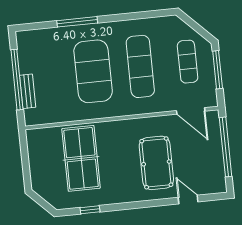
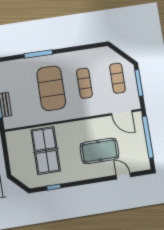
exercise mat: (140, 66) -> (84, 83), width x0.73, depth x0.69
pool table: (156, 163) -> (99, 151), turned 90

